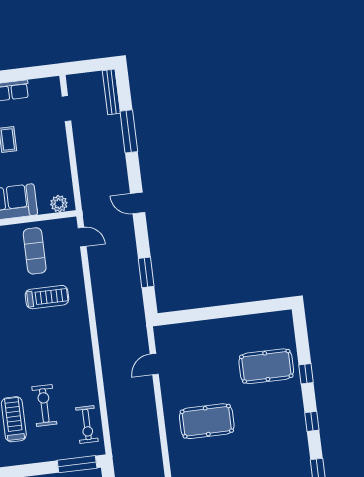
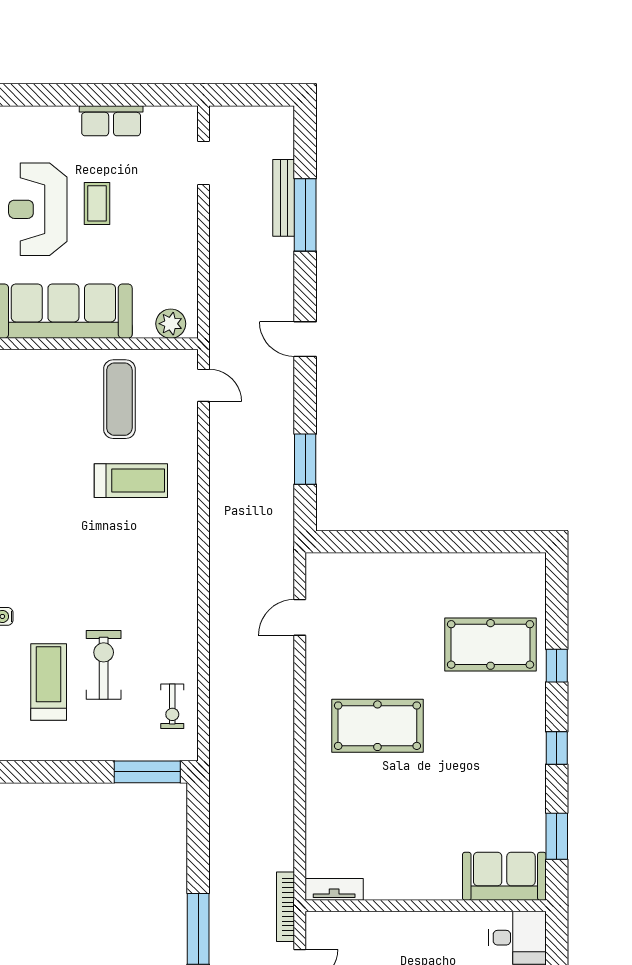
bench: (111, 92) -> (284, 198), moved
exercise bike: (87, 425) -> (172, 706), width x0.73, depth x0.72

